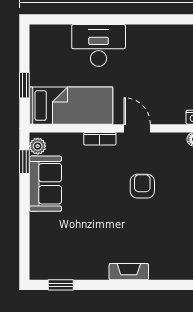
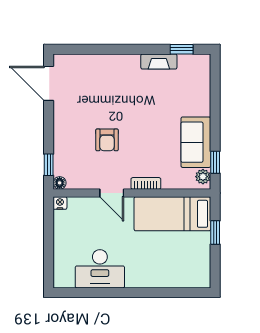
desk: (99, 45) -> (100, 269), moved
fireplace: (129, 272) -> (159, 62), moved

